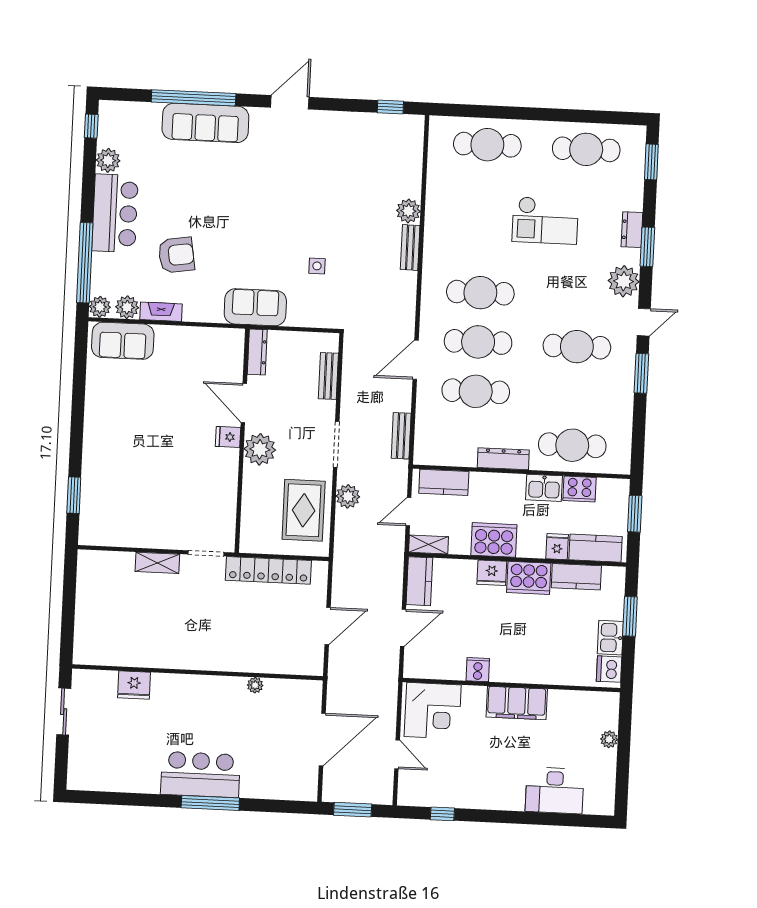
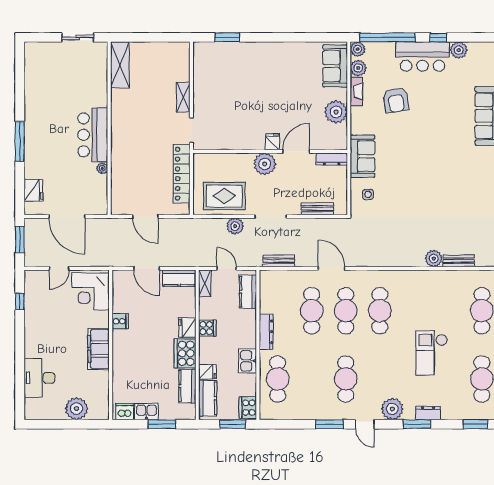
window: (91, 126) -> (438, 37), moved
bench: (410, 248) -> (459, 261), moved
side table: (317, 266) -> (368, 194), moved
plant: (189, 343) -> (336, 112), added
cooker: (579, 489) -> (248, 408), moved
cooker: (494, 540) -> (207, 328), width x0.53, depth x0.76
shelving: (106, 652) -> (120, 65), added
fridge: (134, 685) -> (33, 190), moved, turned 180
plant: (609, 739) -> (76, 409), width x1.88, depth x1.88
bar counter: (200, 774) -> (93, 135), moved, turned 180

